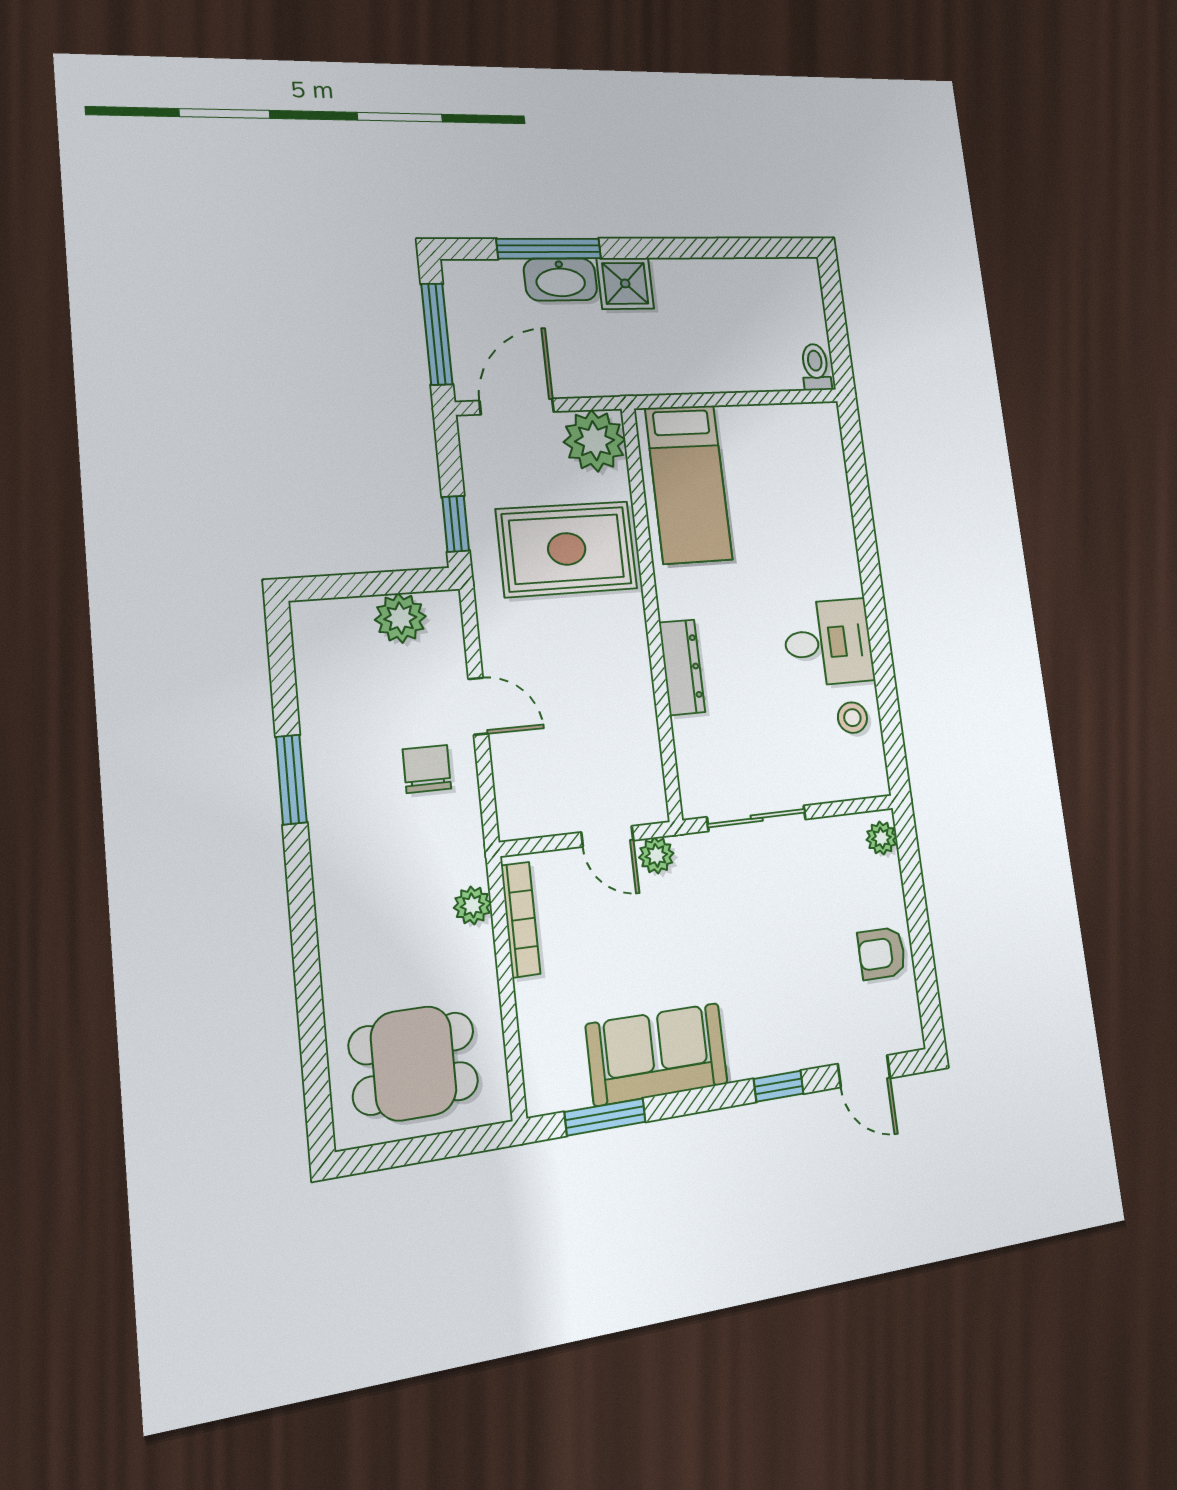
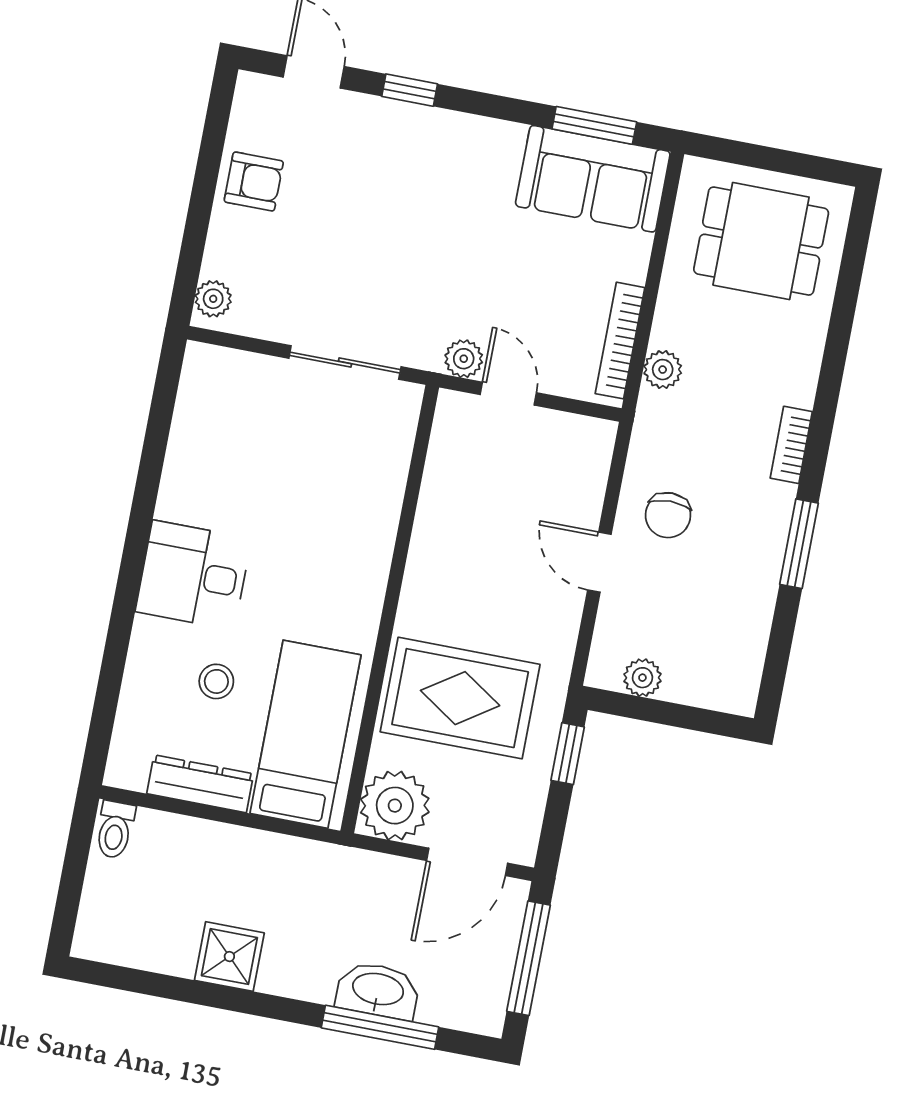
shower: (625, 283) -> (229, 957), moved
plant: (400, 618) -> (642, 678), width x0.73, depth x0.73
desk: (828, 642) -> (193, 575), moved
dresser: (682, 667) -> (200, 784), moved, turned 90
stool: (852, 718) -> (216, 681), moved
bookcase: (326, 873) -> (791, 445), added
sofa: (657, 1054) -> (593, 179), moved

